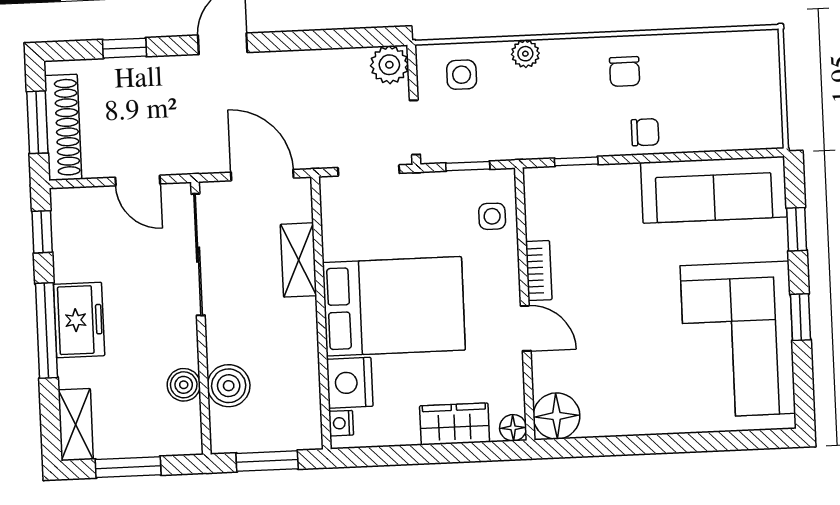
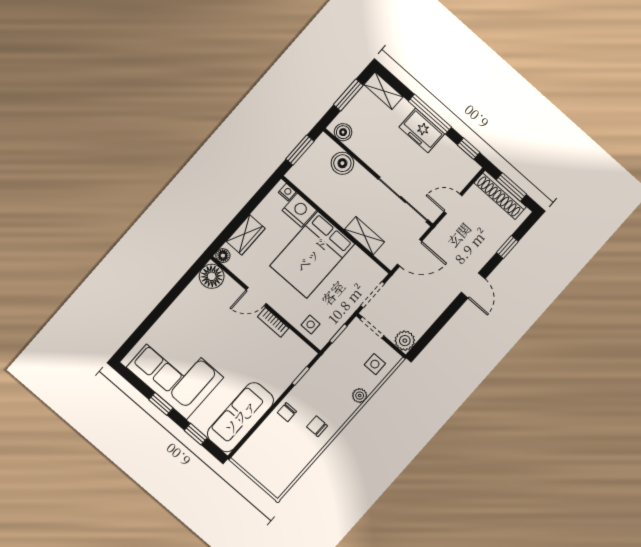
boiler: (184, 385) -> (343, 132), moved

